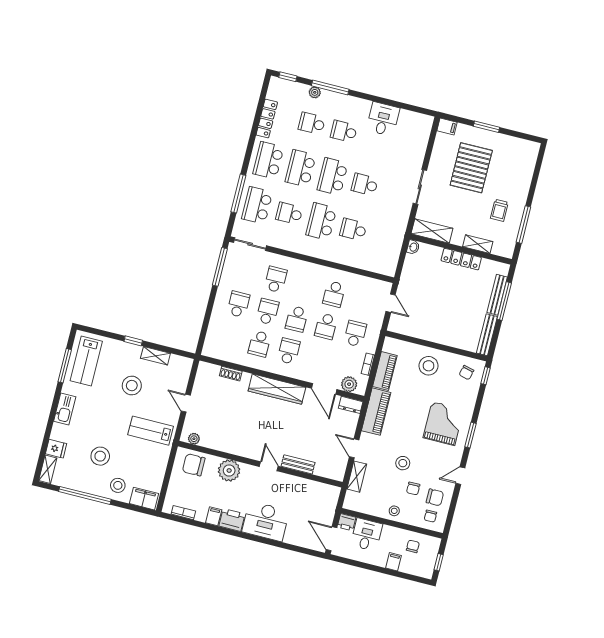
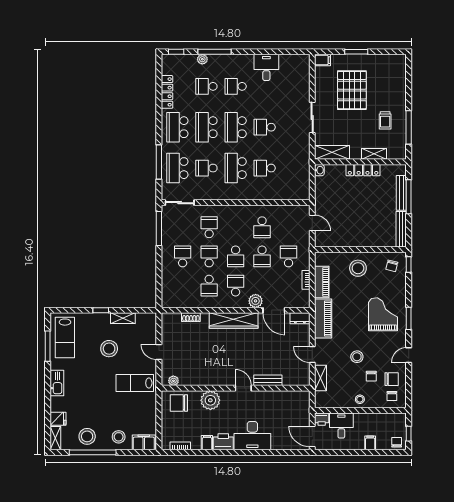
plant: (349, 384) -> (256, 301), moved
stool: (100, 456) -> (87, 436), moved
chair: (413, 546) -> (397, 442), moved

